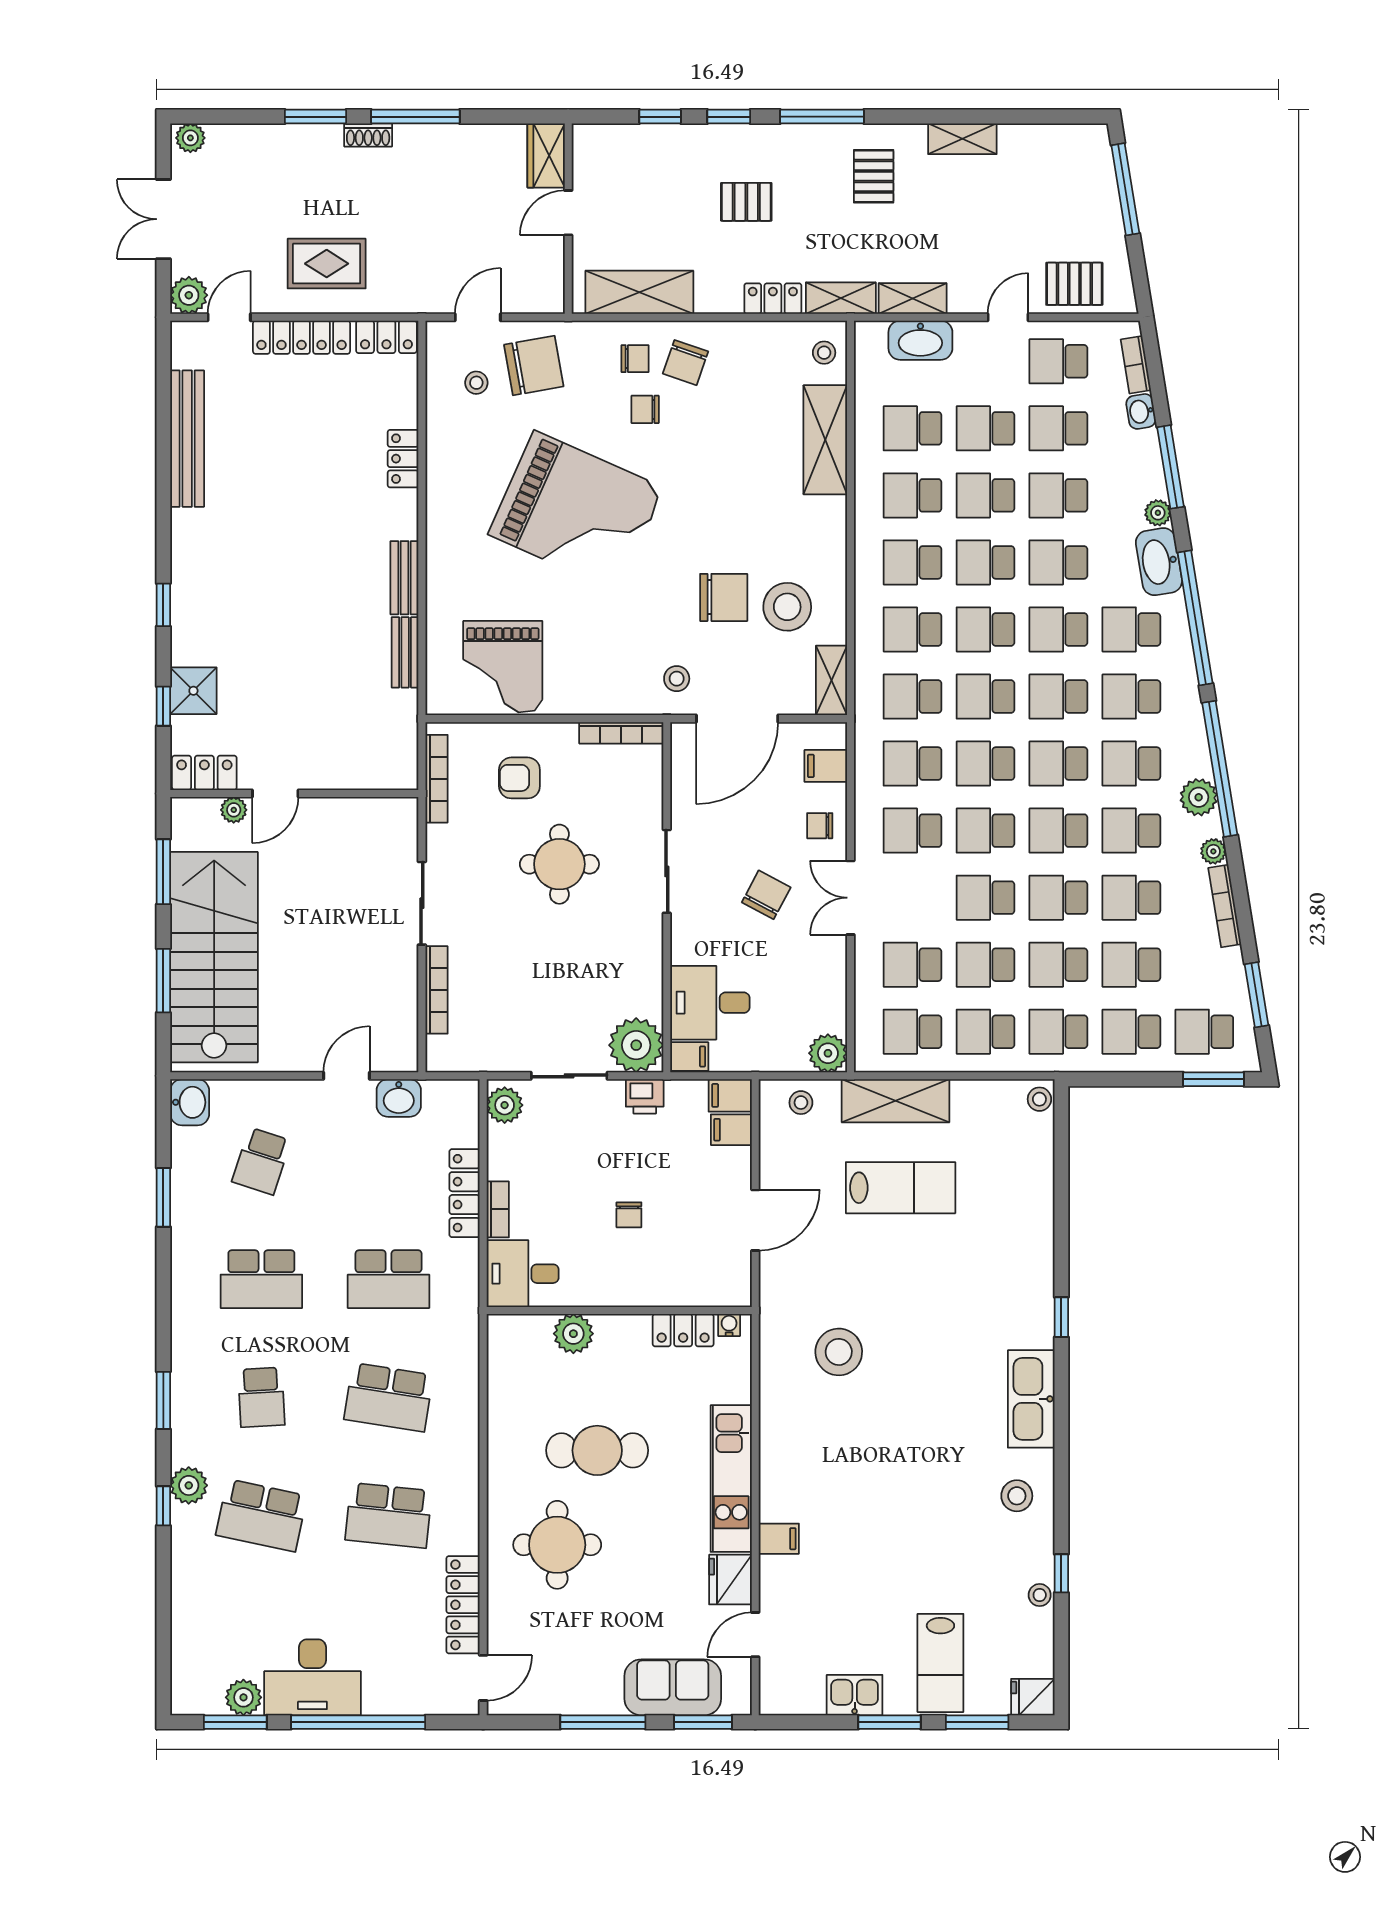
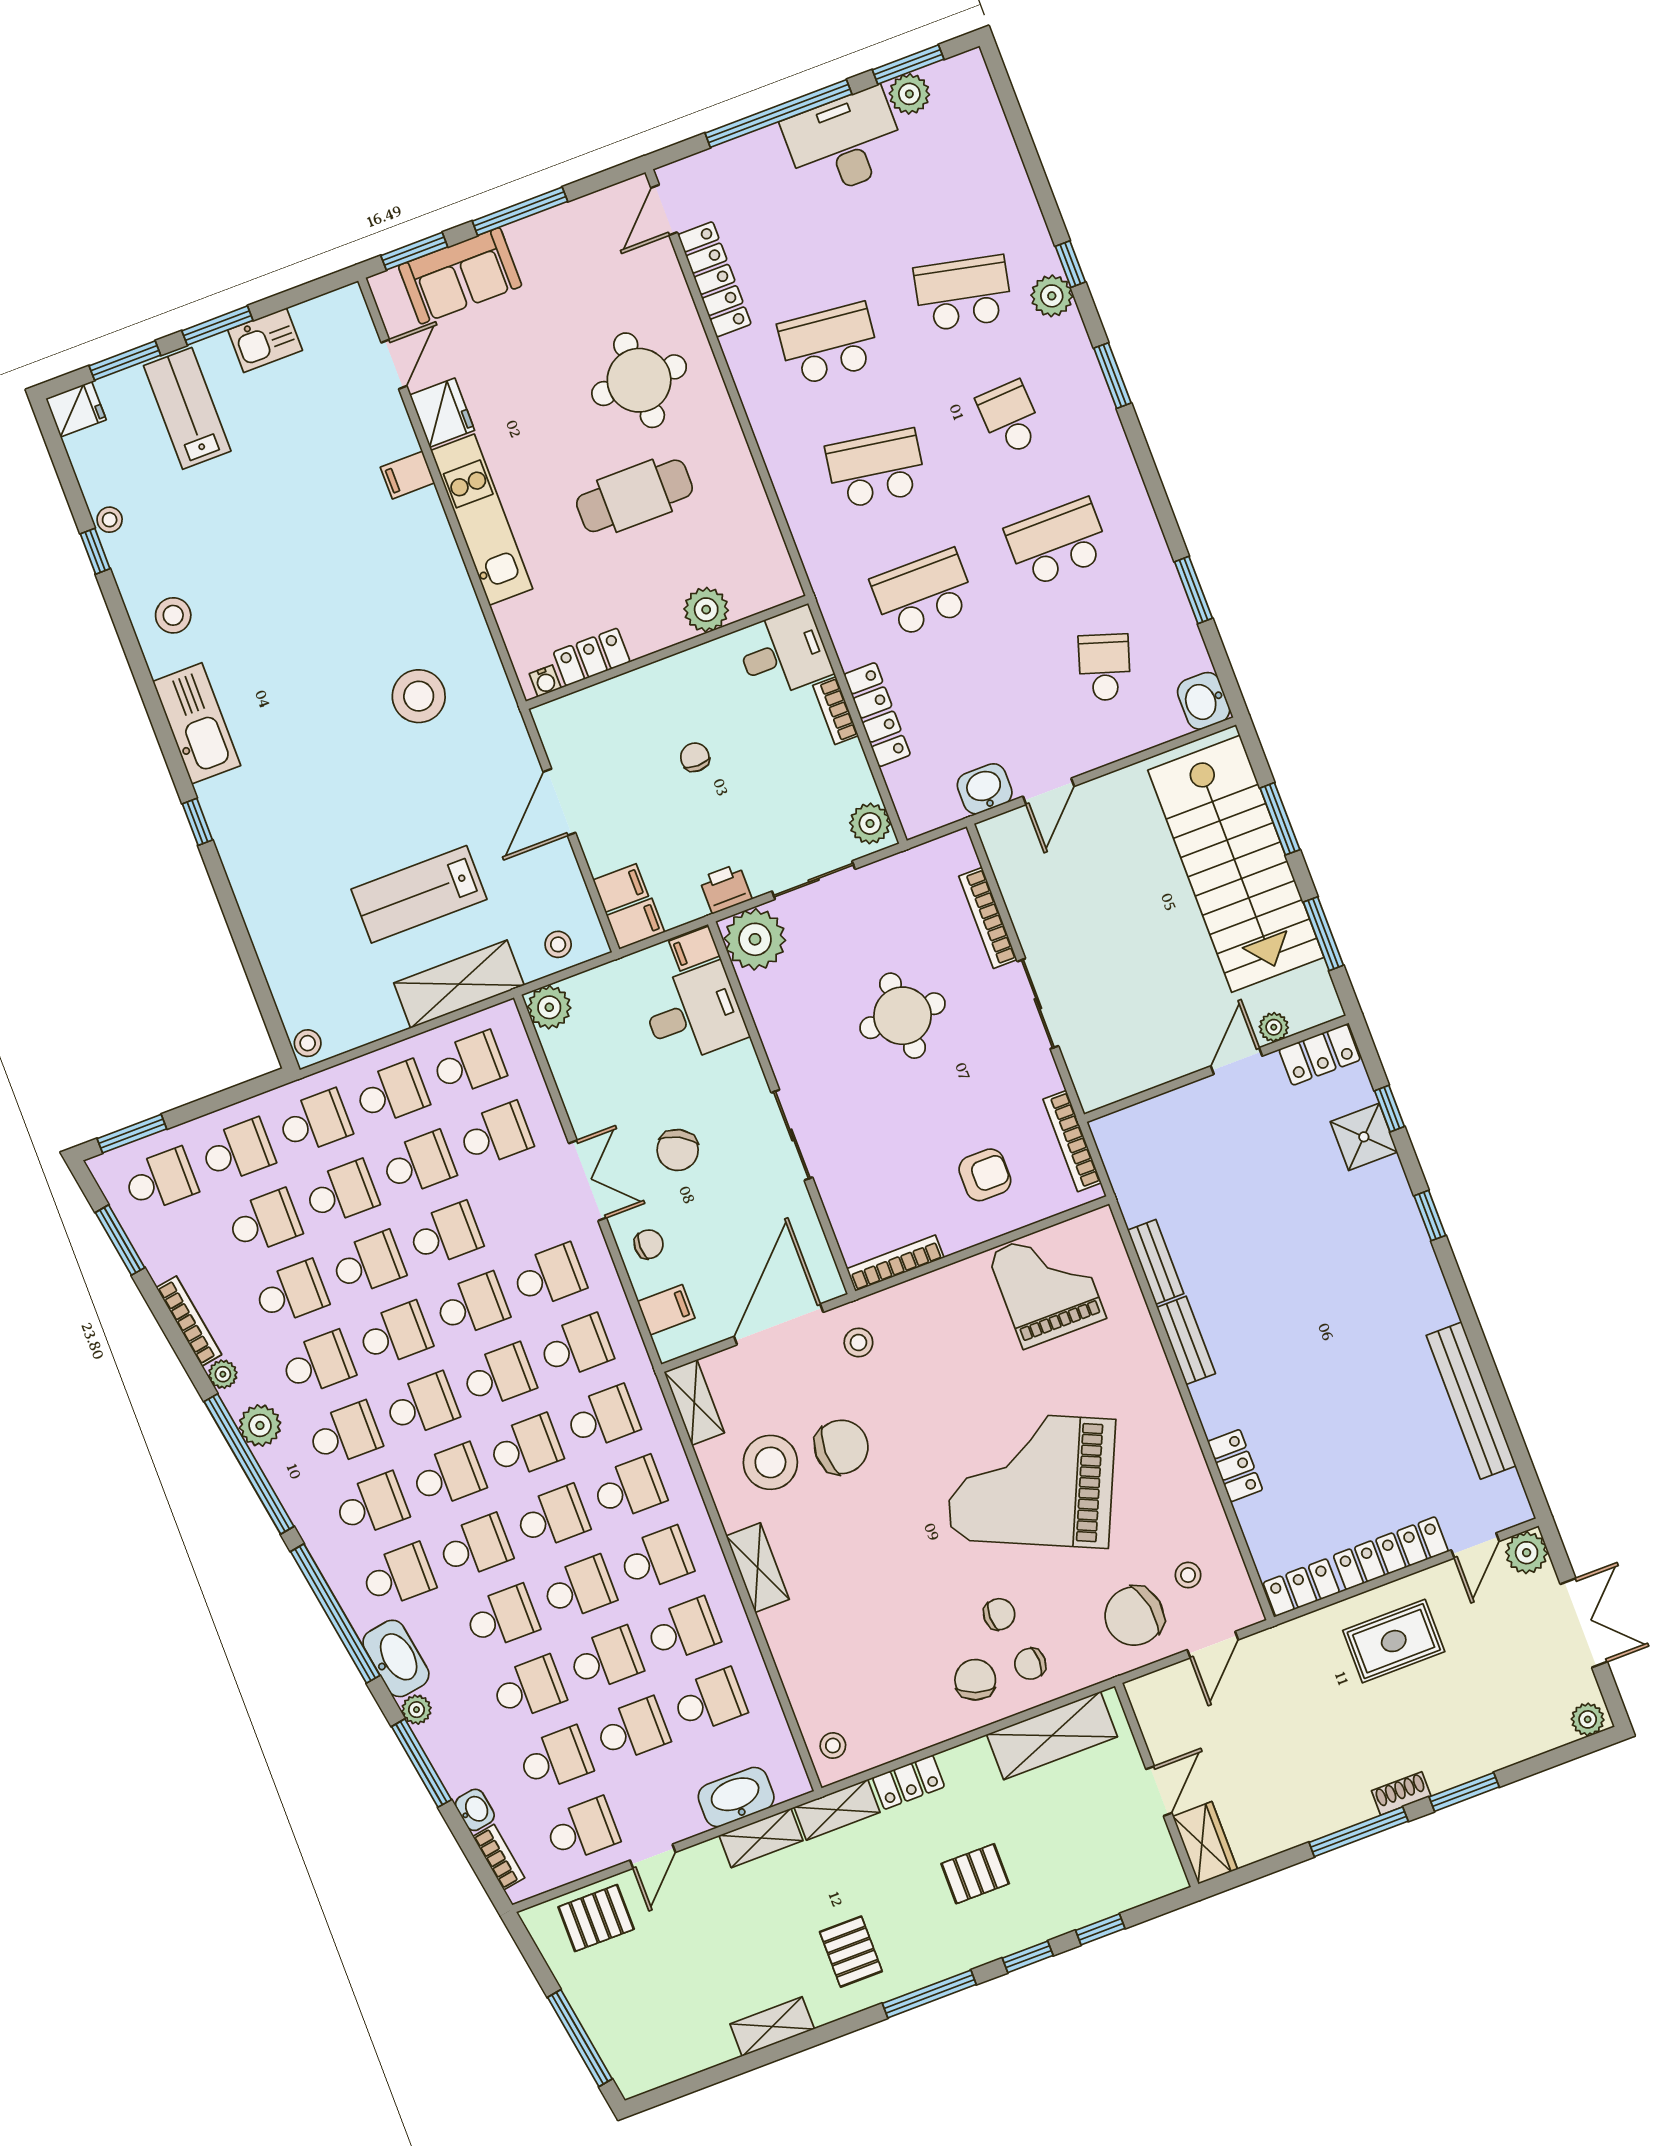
shelving: (825, 440) -> (758, 1568), moved, width x0.67, depth x0.75
chair: (724, 597) -> (841, 1447), turned 180
round table: (559, 864) -> (902, 1016), moved

